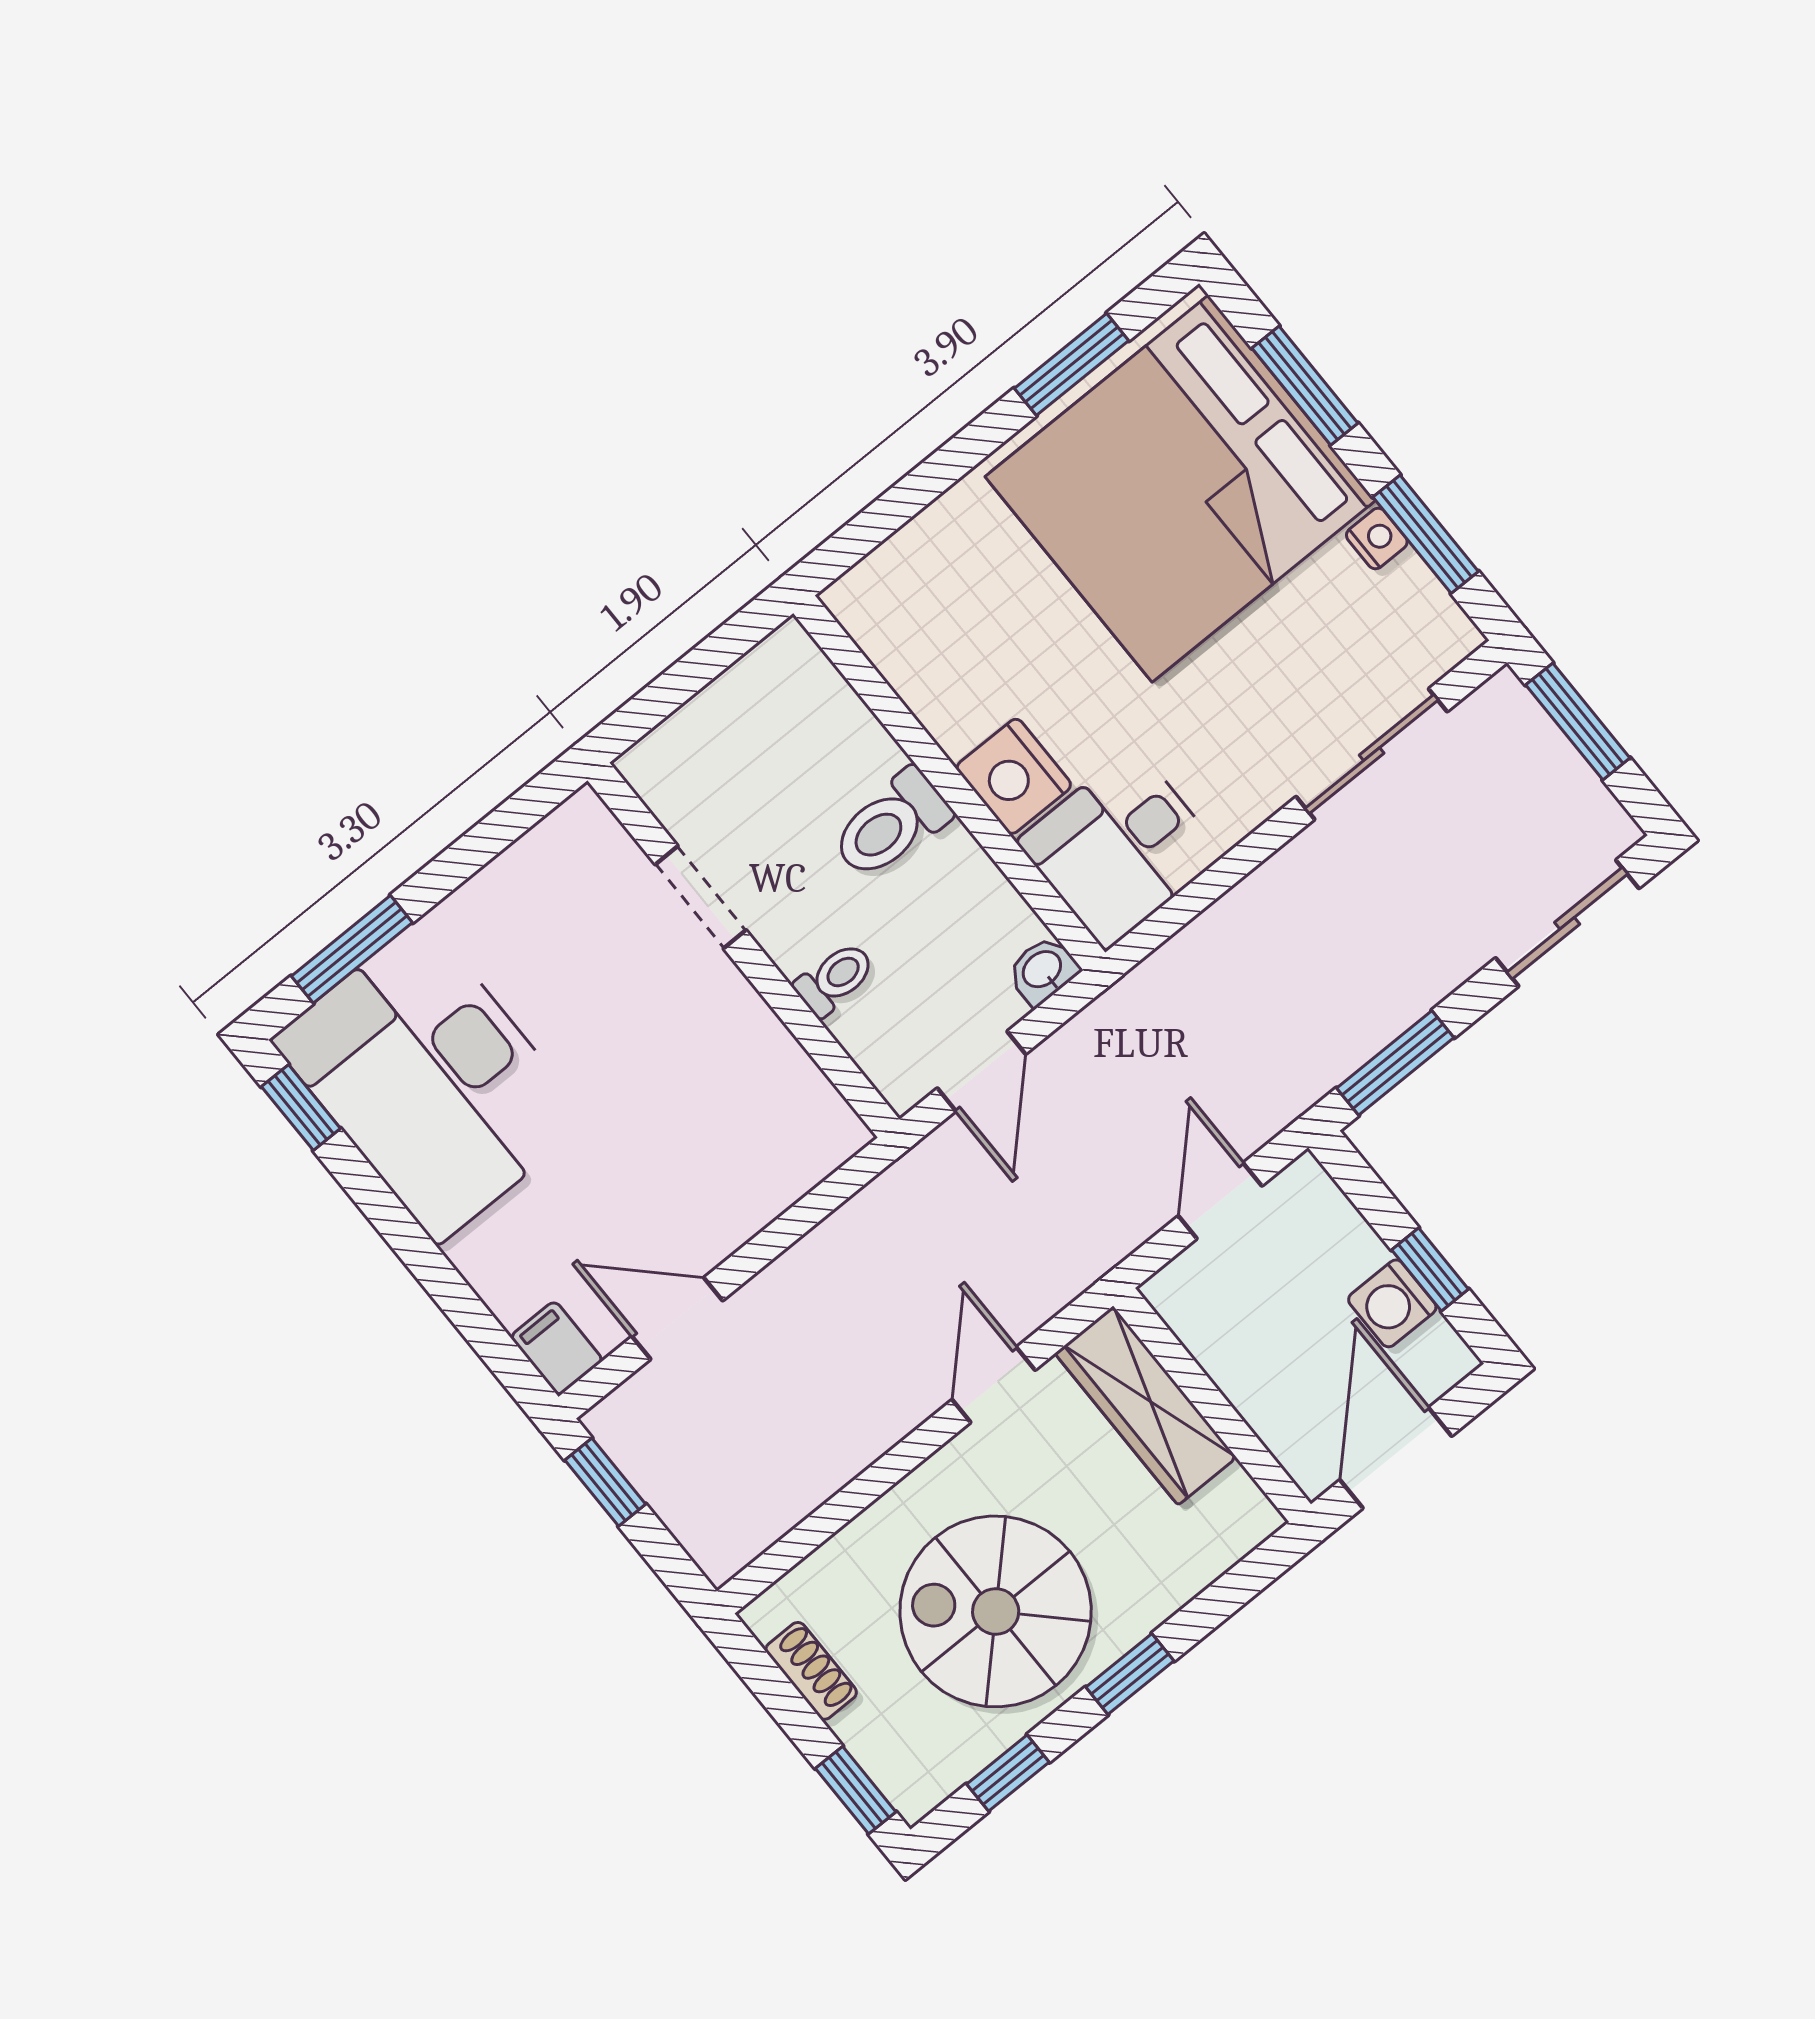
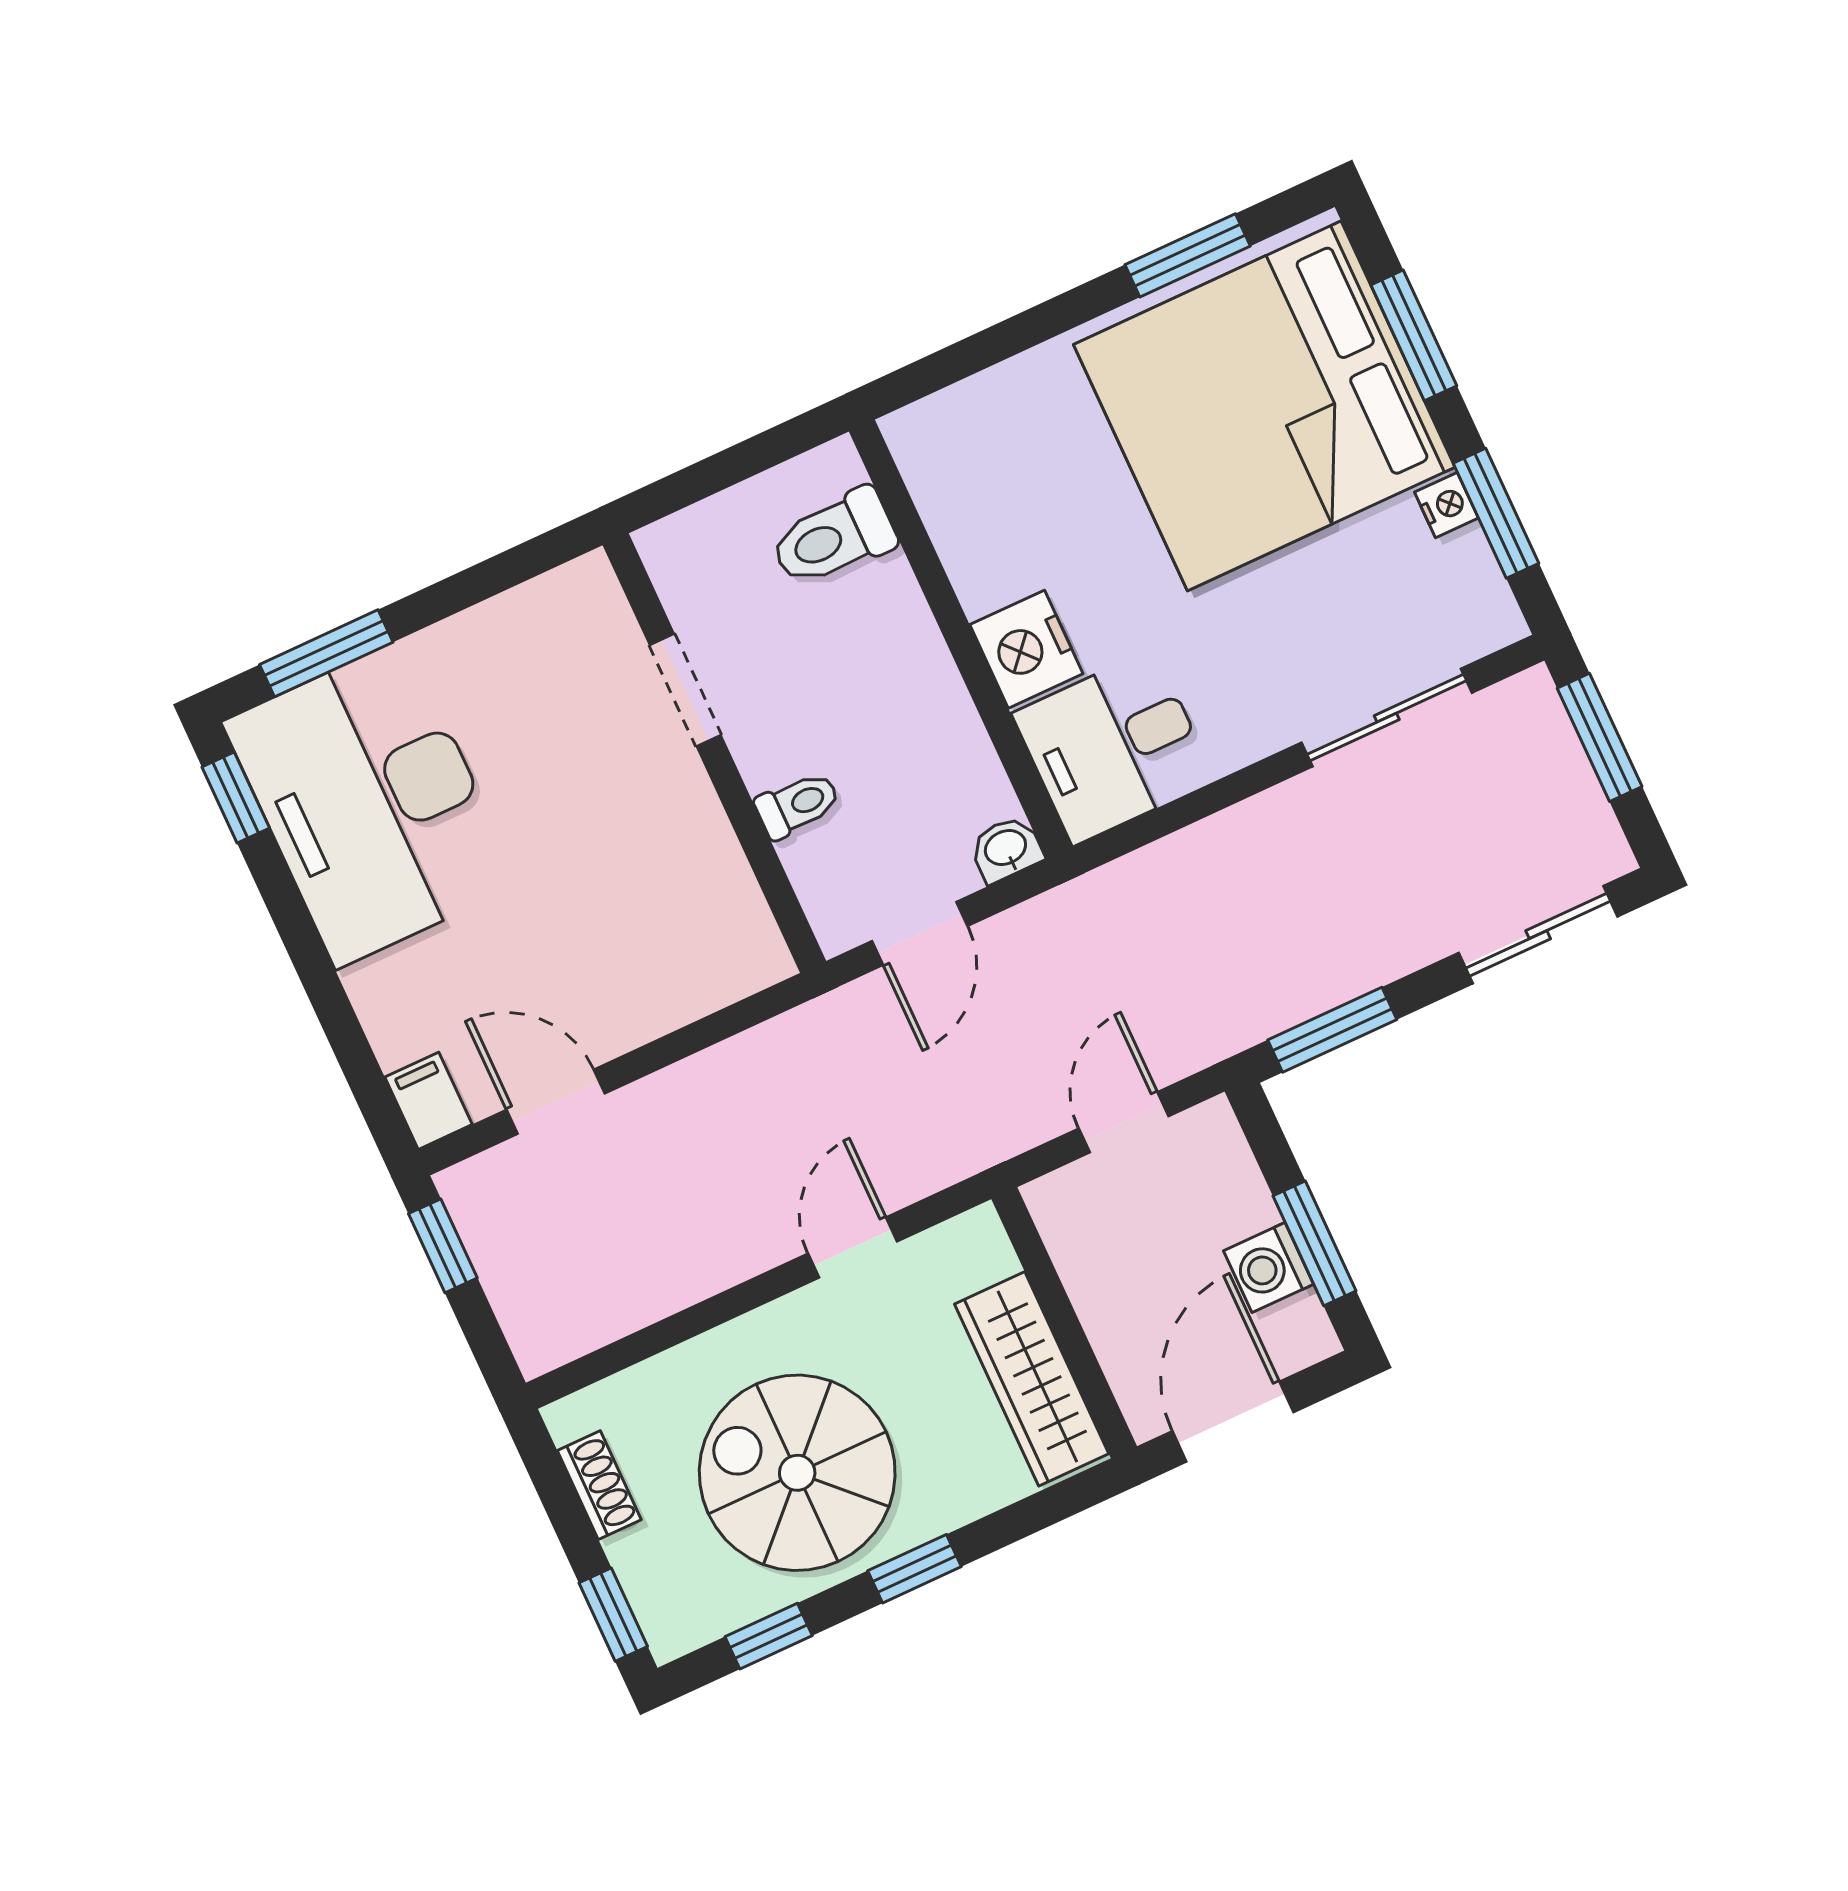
toilet: (891, 824) -> (833, 538), moved
window: (1430, 1269) -> (1314, 1243), width x1.50
wardrobe: (1146, 1405) -> (1032, 1379), moved

